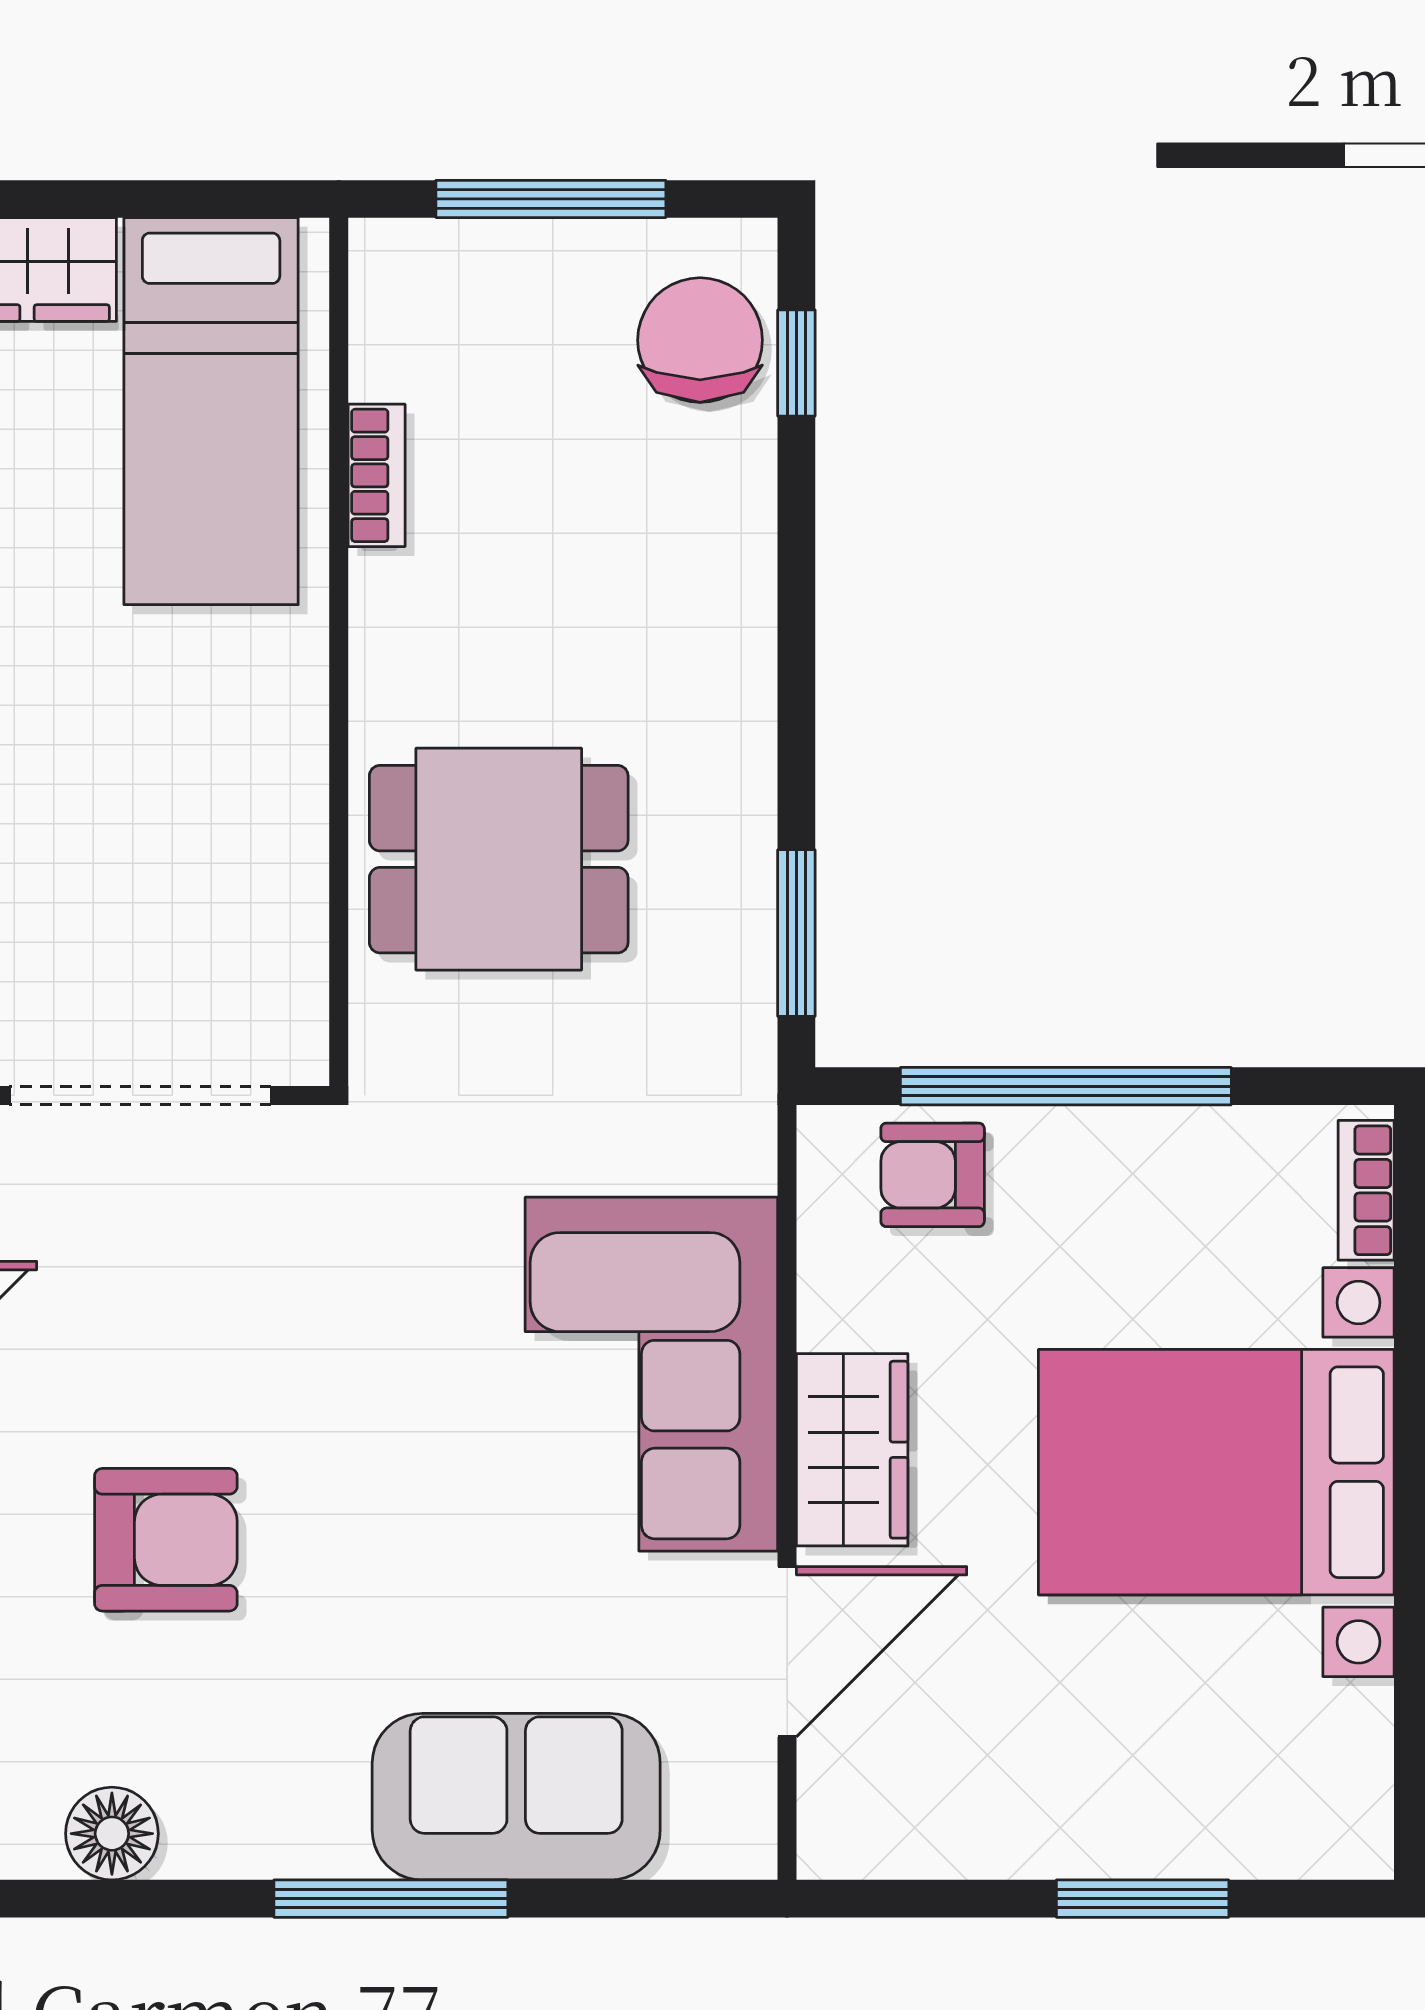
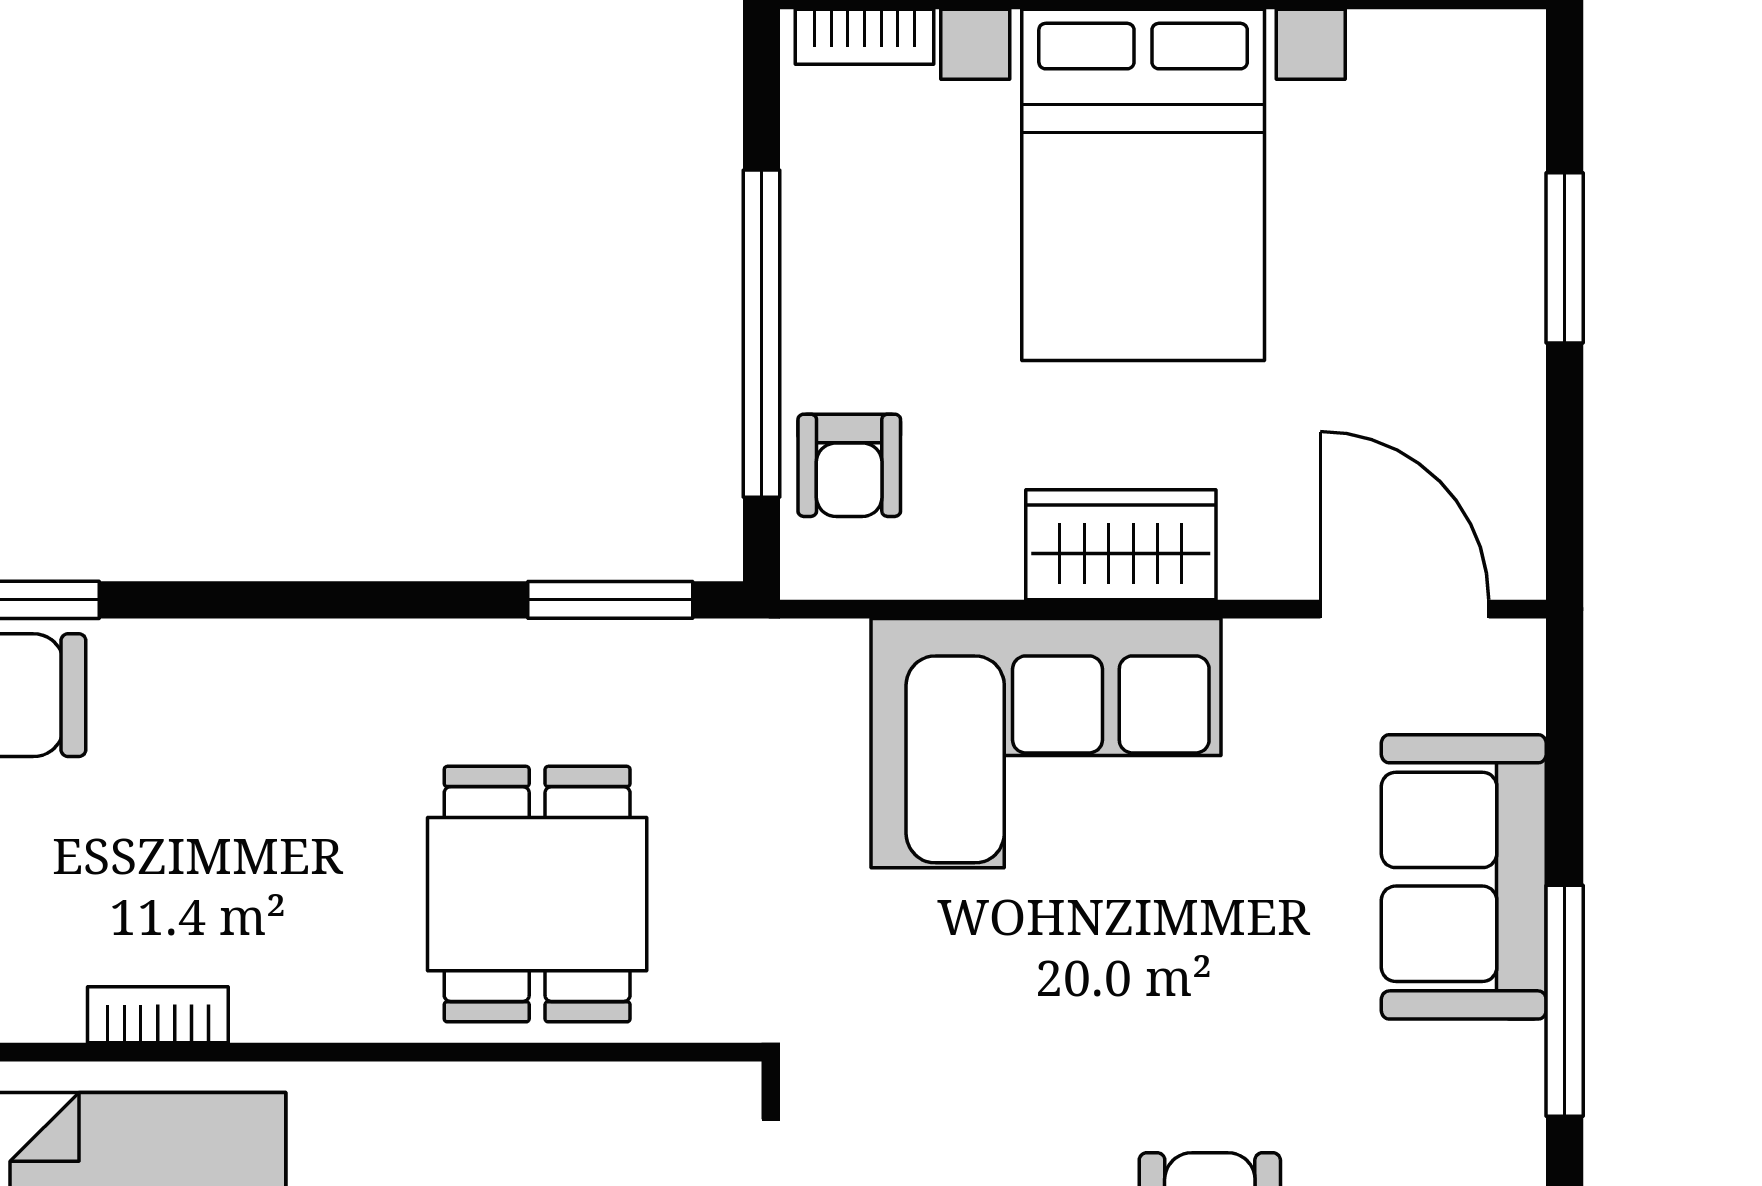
door: (787, 1652) -> (1405, 609), moved

